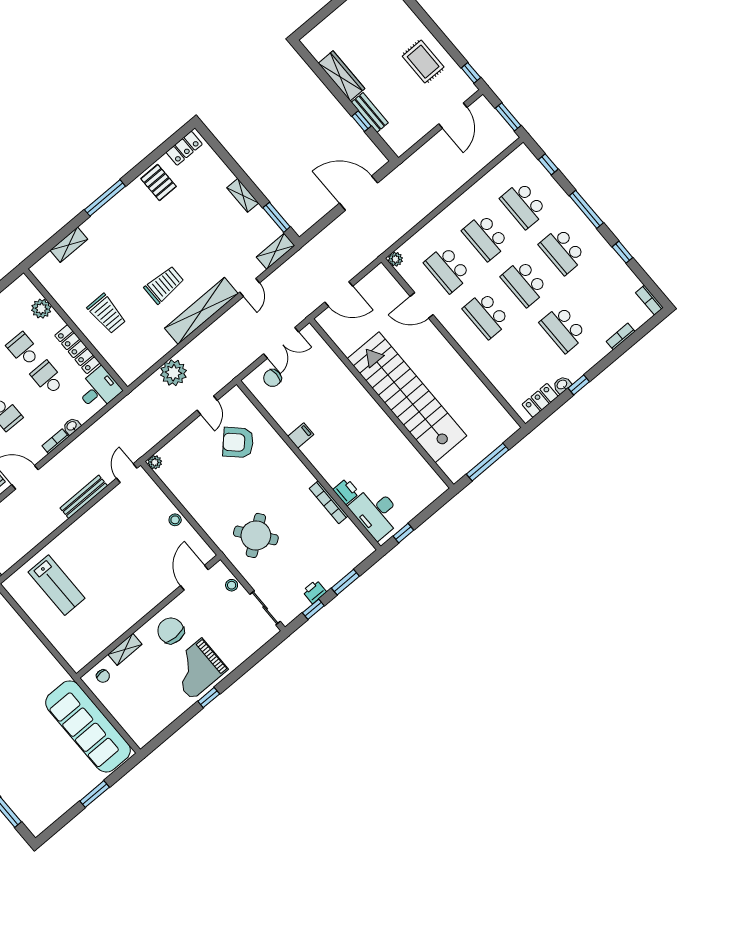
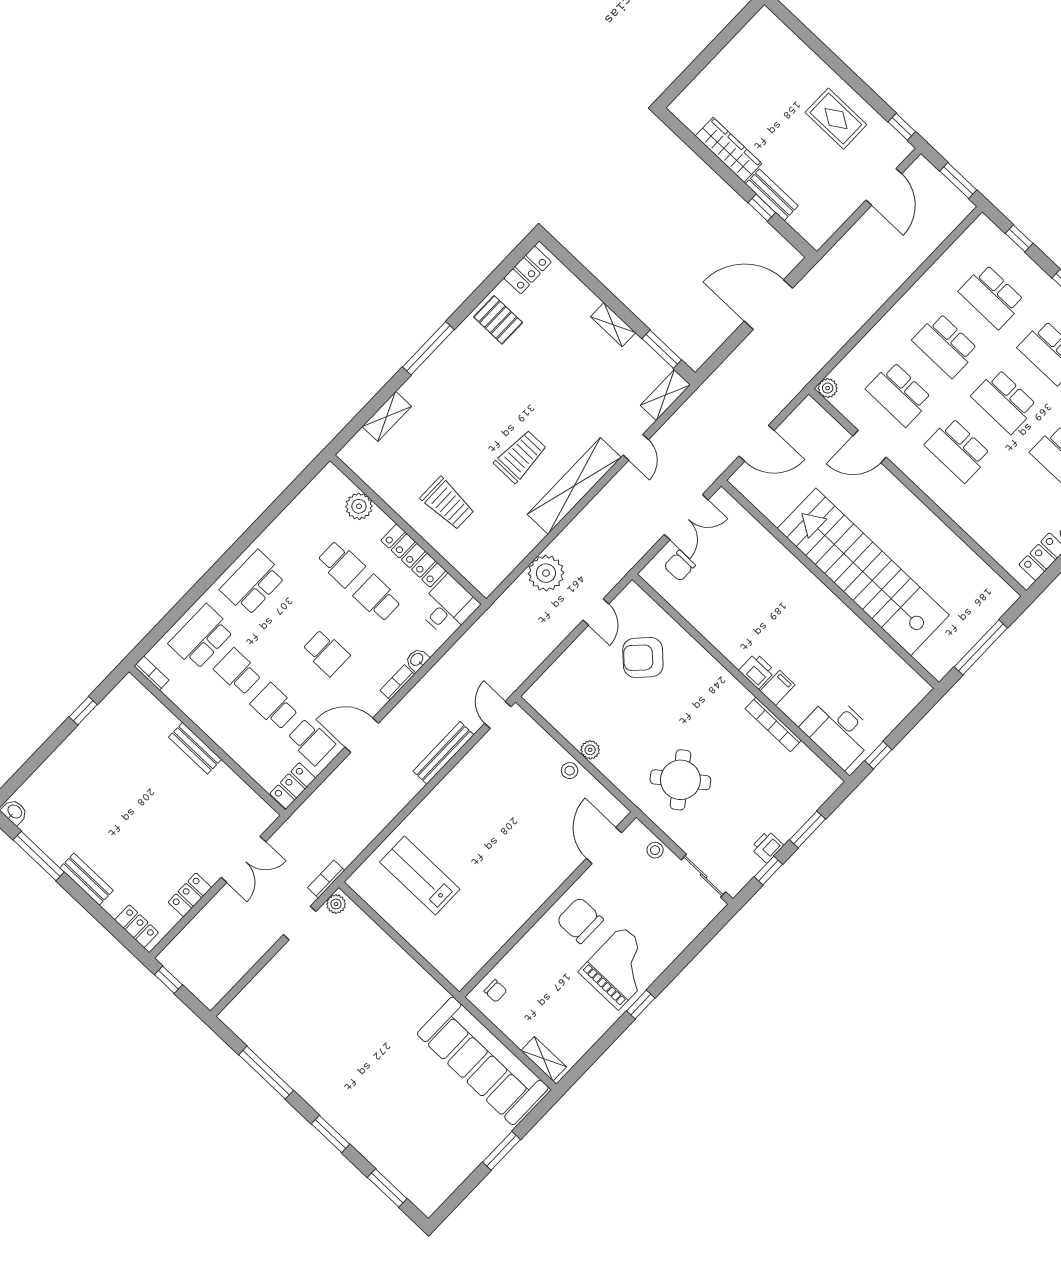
school desk: (23, 349) -> (341, 564), turned 180
filing cabinet: (301, 435) -> (777, 688), moved
plant: (155, 462) -> (590, 750), moved
printer: (346, 491) -> (757, 671), moved
lab bench: (57, 585) -> (420, 876), turned 180
shelving: (125, 649) -> (544, 1059), moved, turned 90
grand piano: (197, 669) -> (620, 968), turned 180

